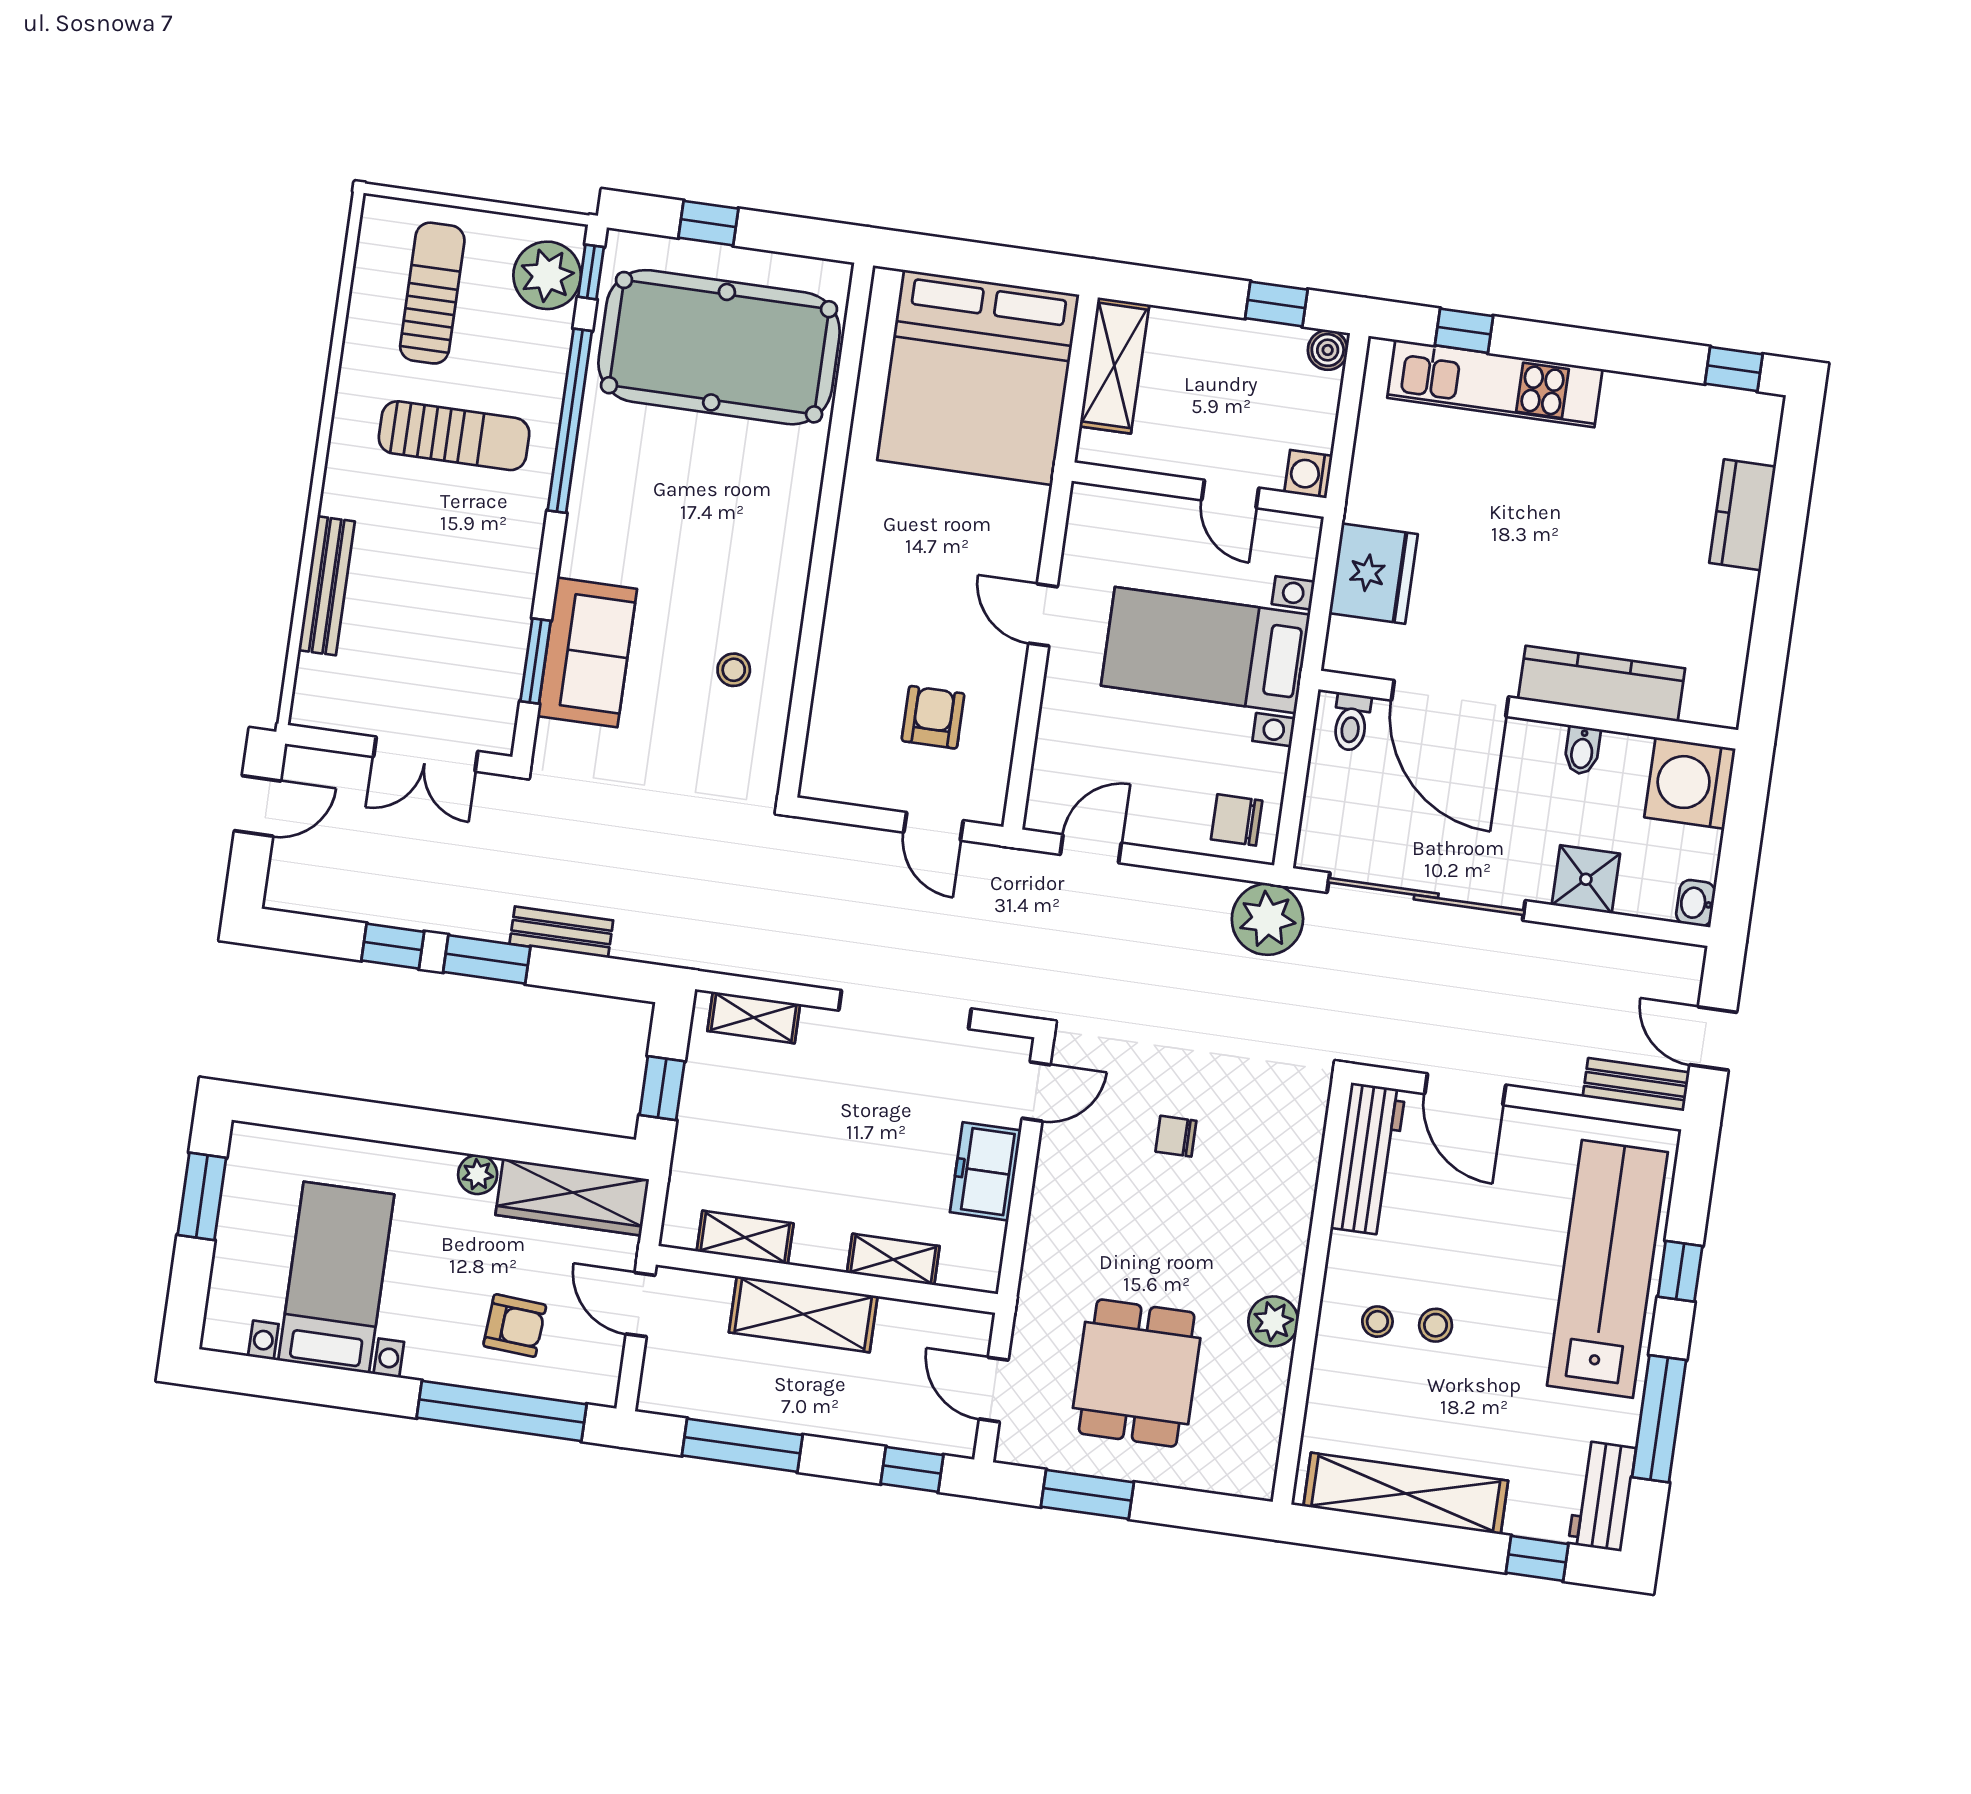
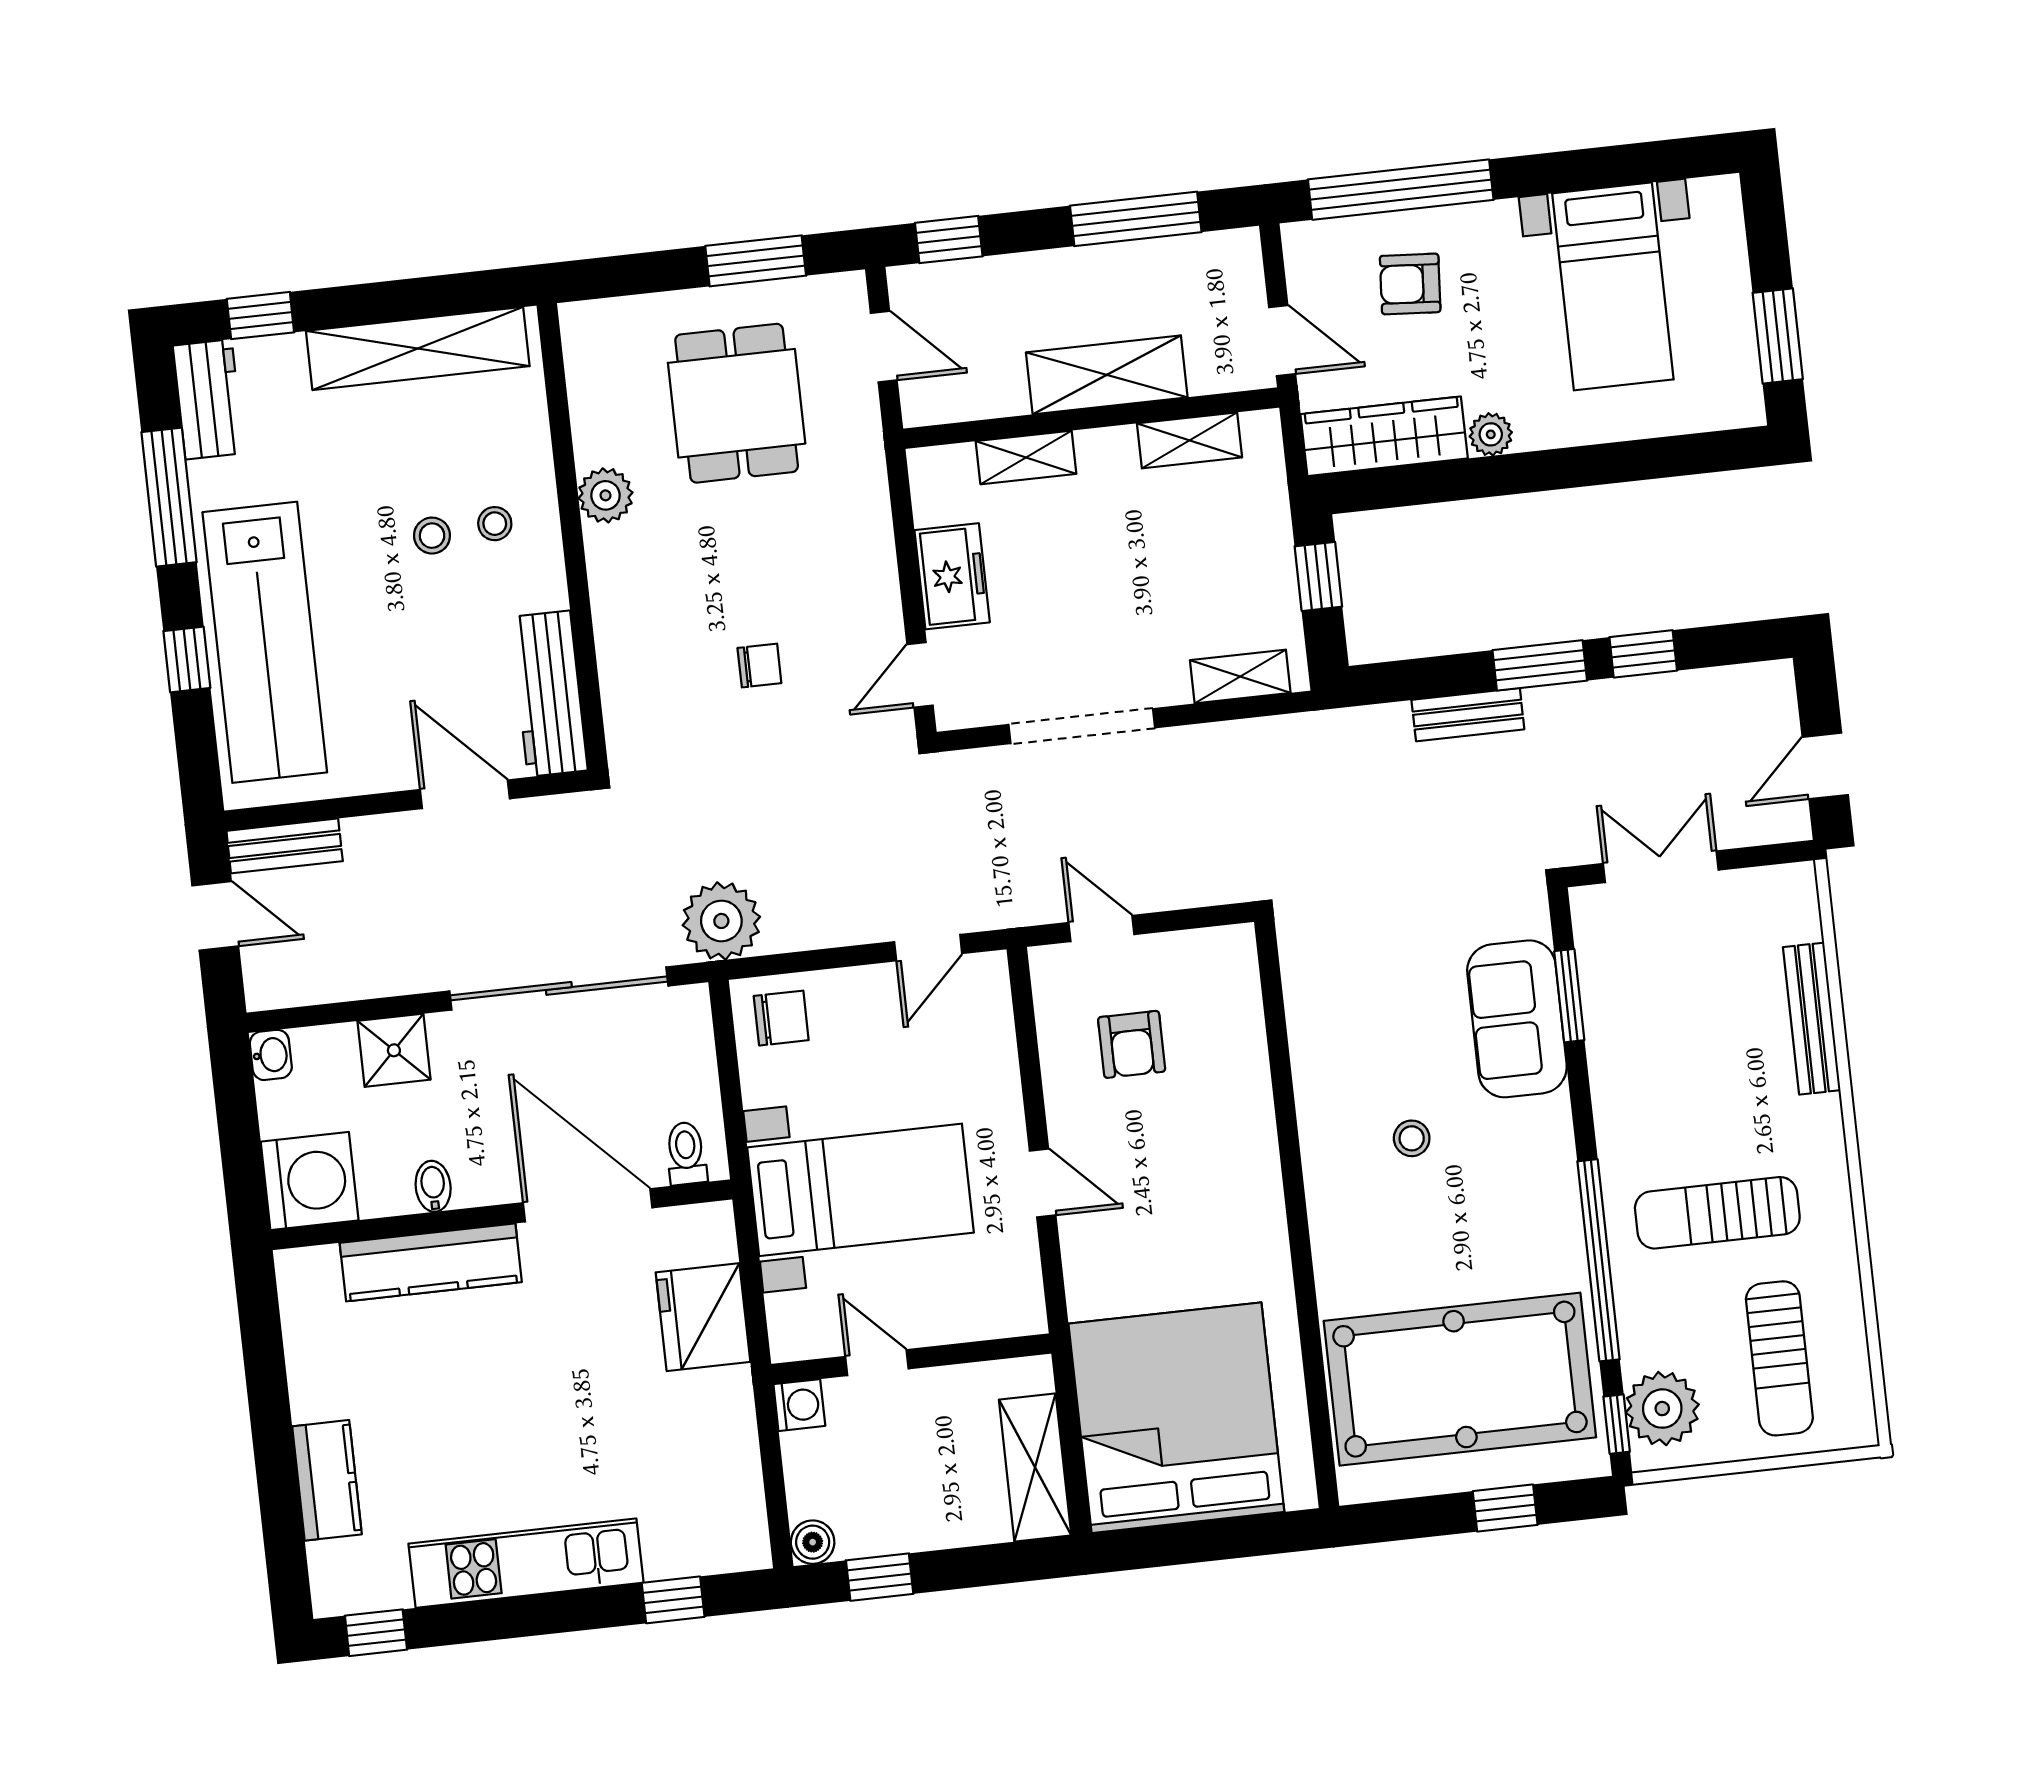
kitchen unit: (1495, 384) -> (526, 1563), moved
stool: (734, 670) -> (1412, 1138), moved

